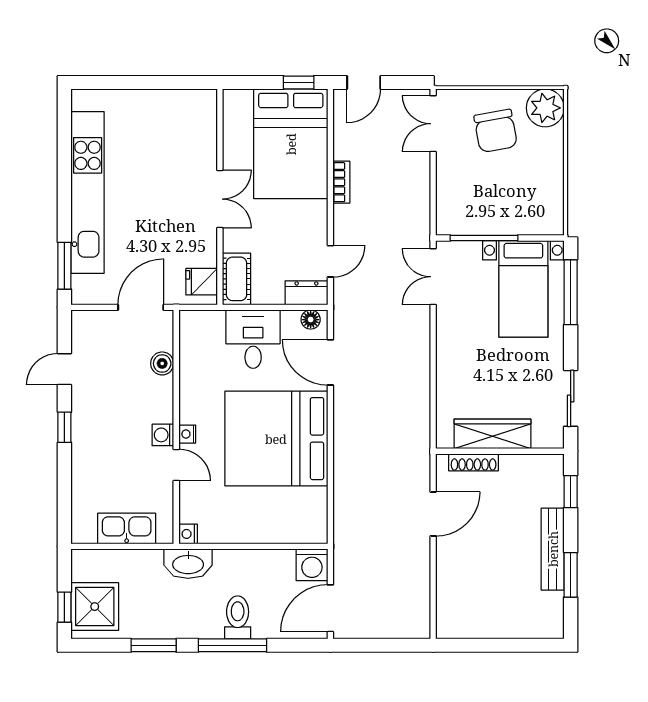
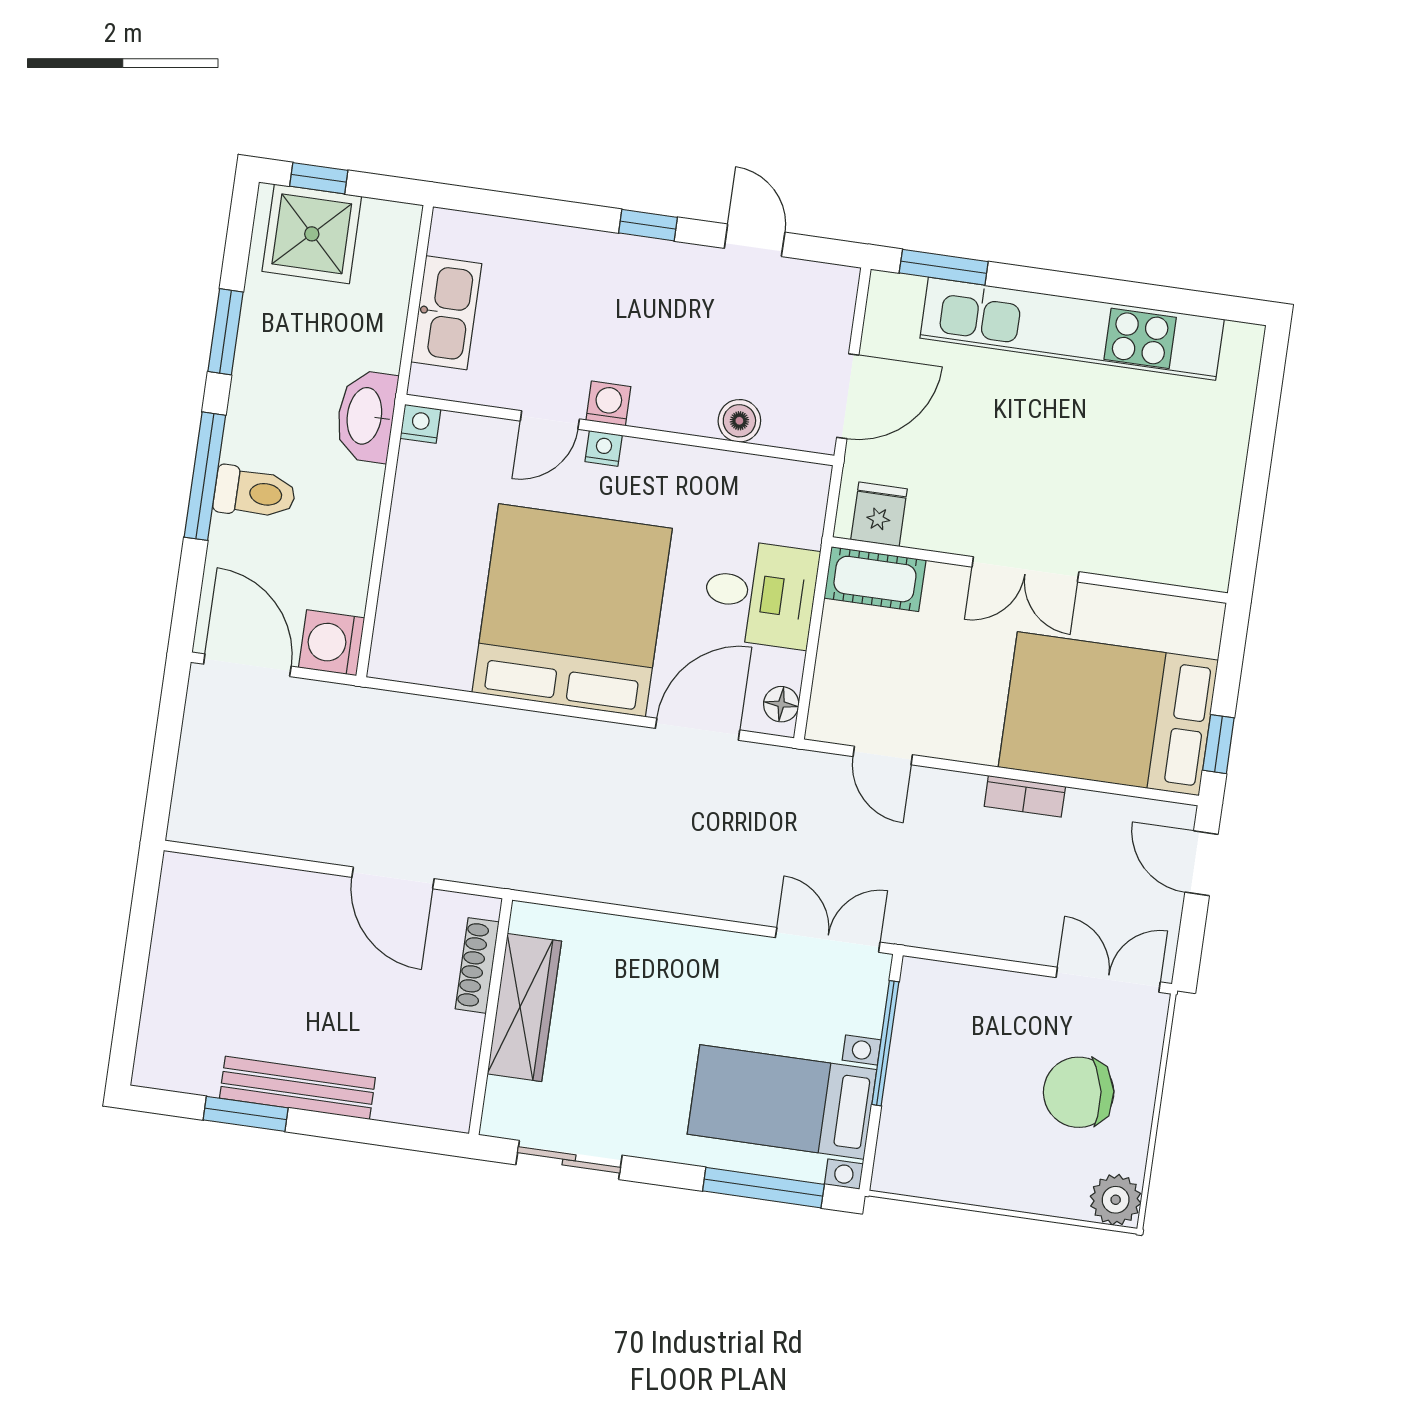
plant: (545, 108) -> (1116, 1200), width x0.73, depth x0.73
dresser: (306, 293) -> (831, 704), removed
door: (141, 307) -> (848, 396), hinge flipped
window: (571, 492) -> (398, 1136), removed

